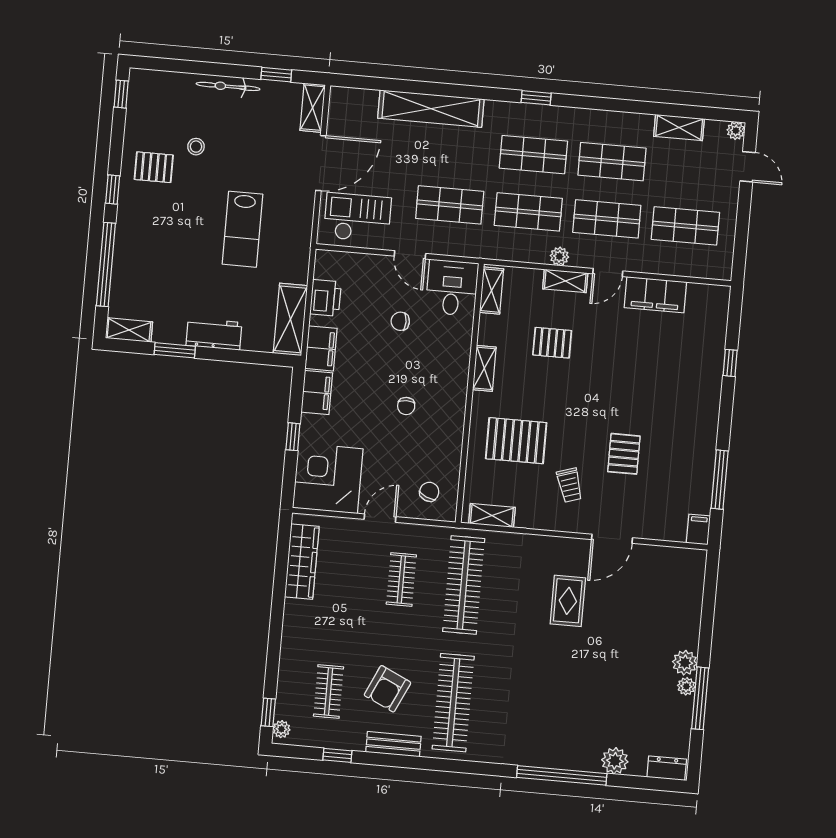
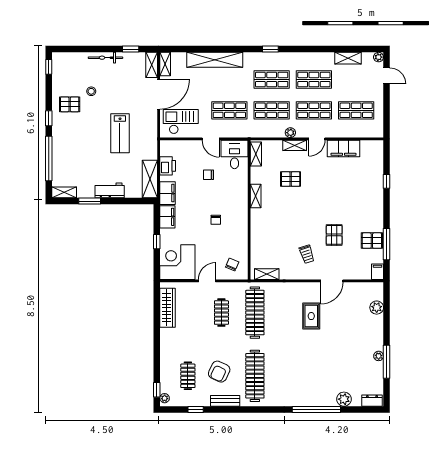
shelving: (338, 108) -> (165, 64), added
pallet: (516, 441) -> (372, 241), moved, width x0.67, depth x0.71
plant: (685, 663) -> (377, 308), moved

